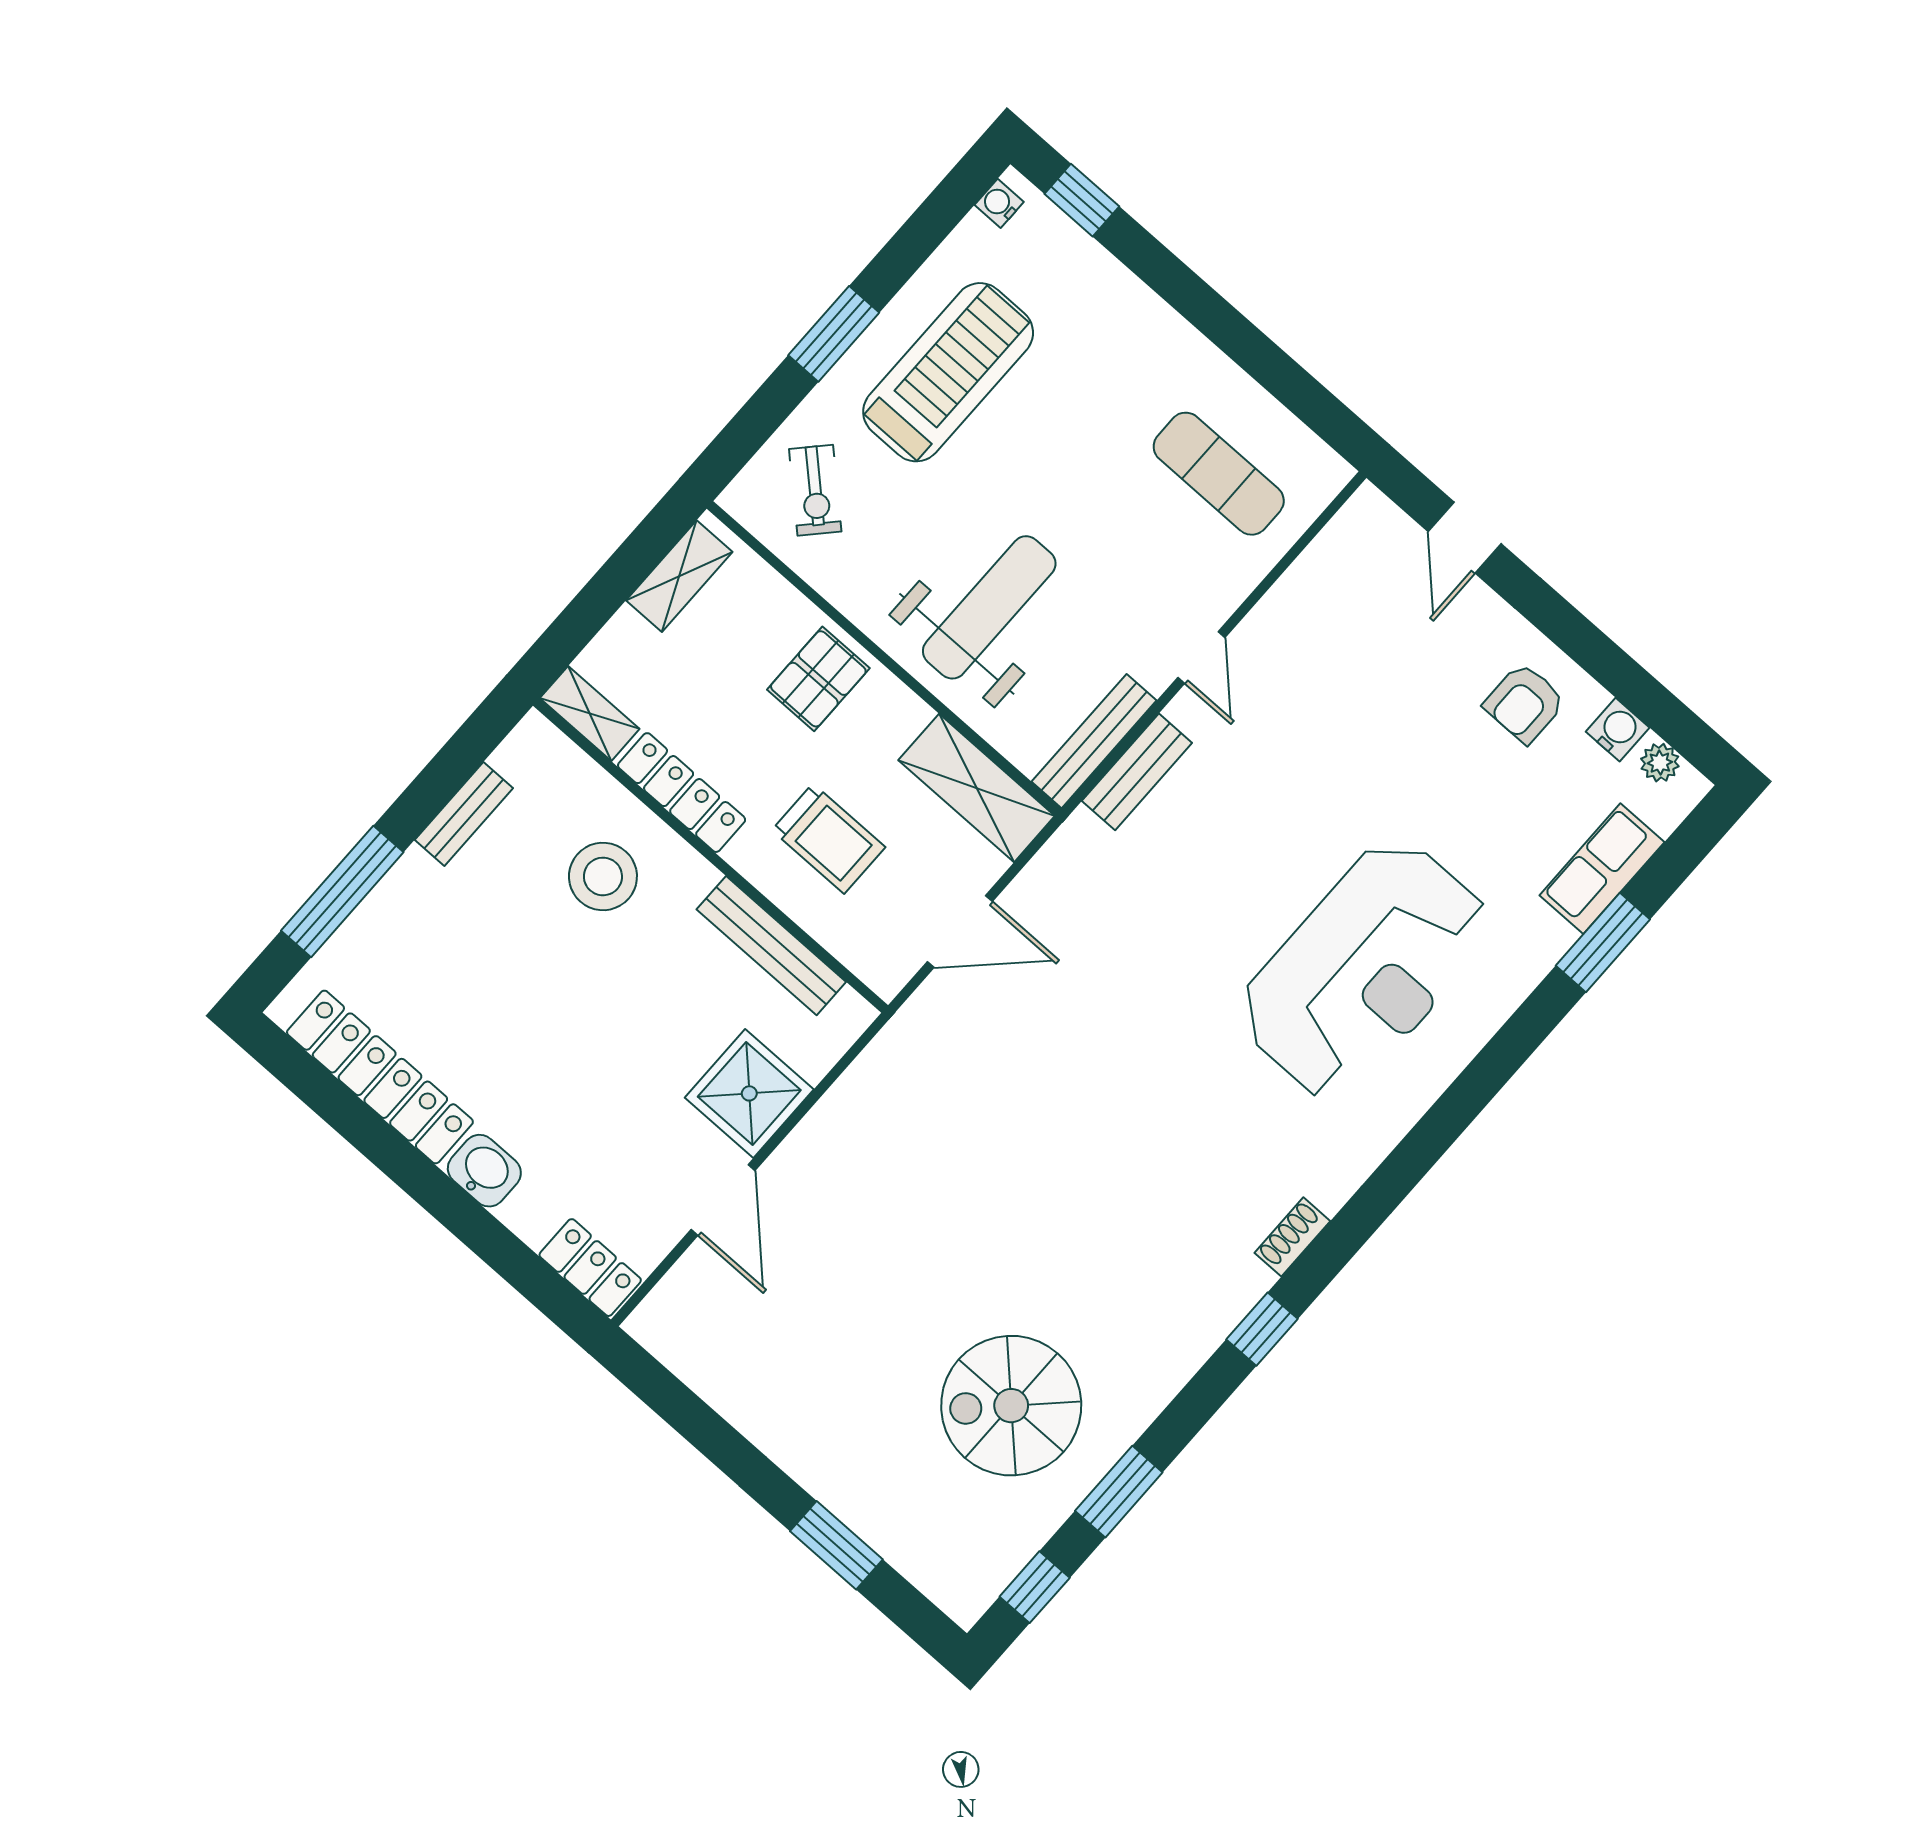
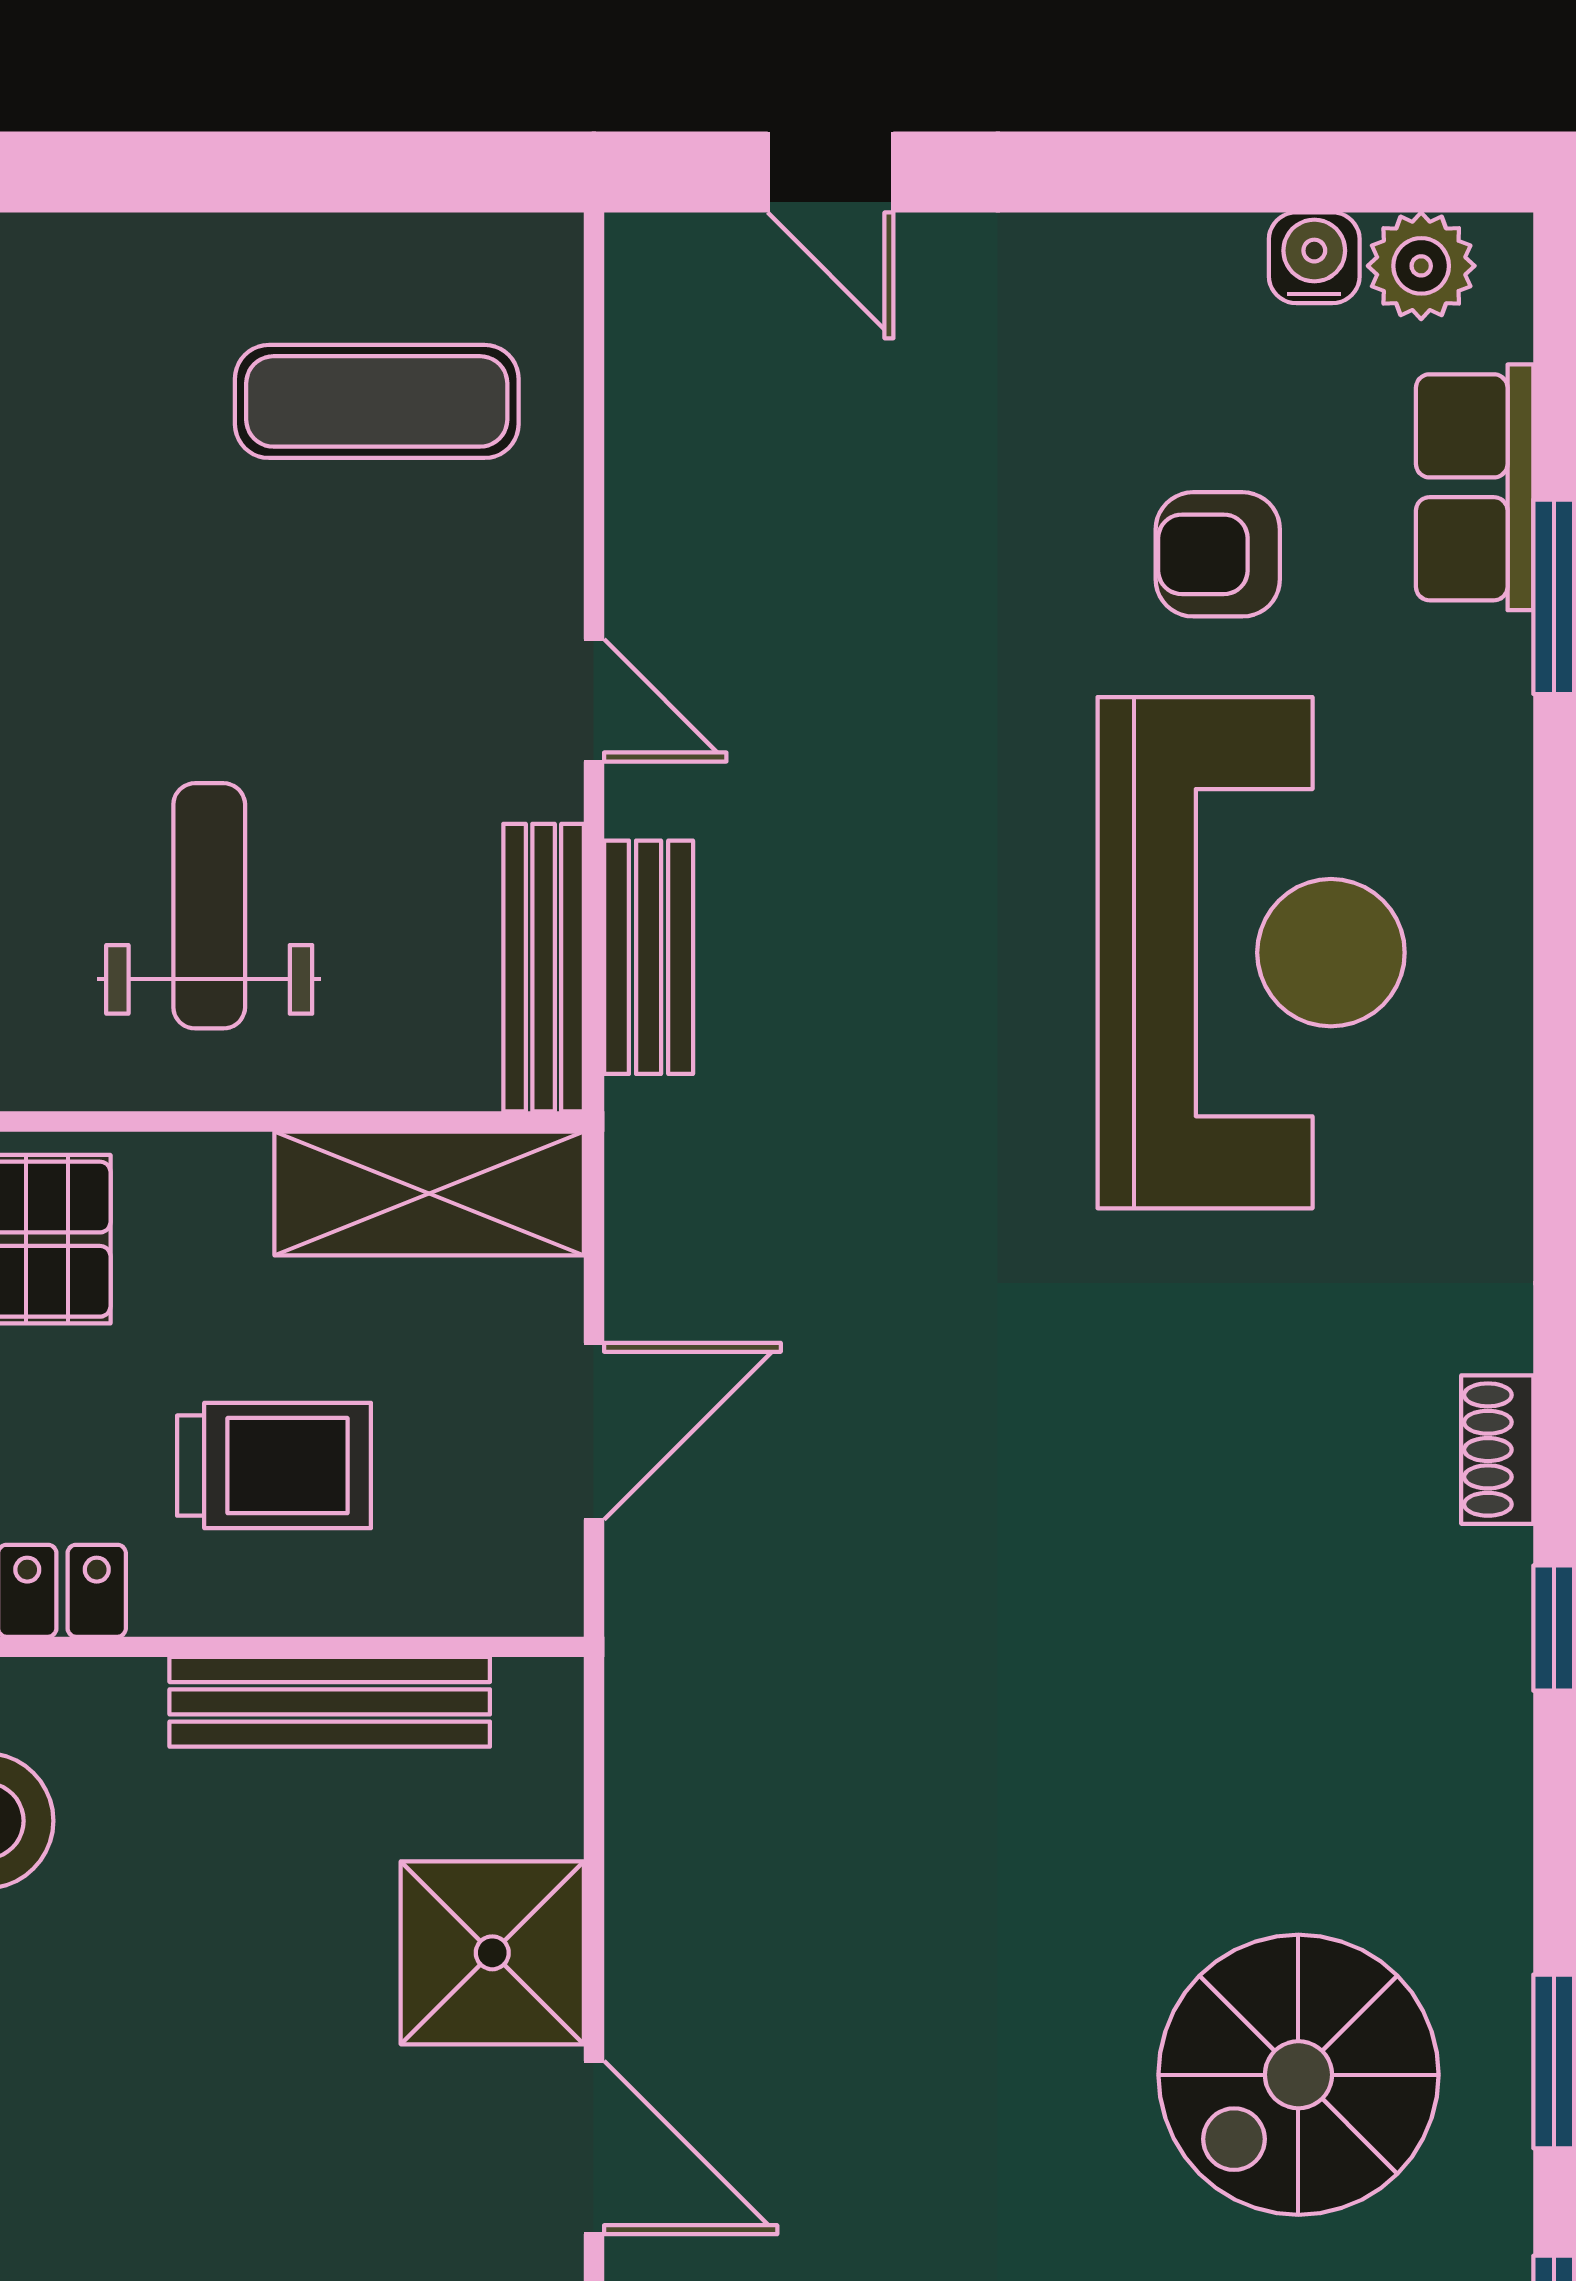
weight bench: (989, 607) -> (209, 906), width x0.73, depth x0.75
armchair: (1525, 703) -> (1218, 554), moved, turned 90
plant: (1660, 763) -> (1421, 266), width x1.38, depth x1.38

